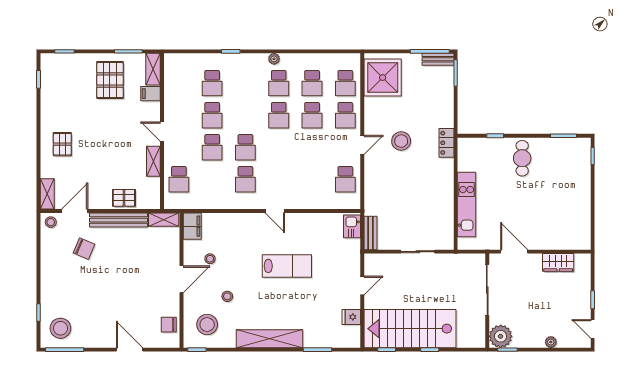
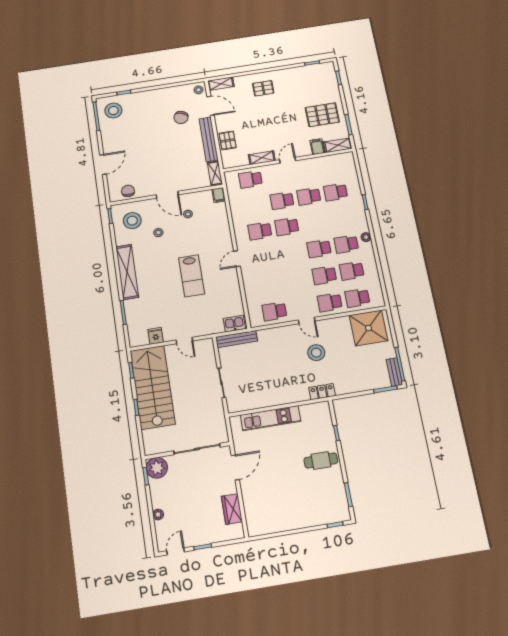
filing cabinet: (192, 226) -> (219, 195), width x0.50
bench: (370, 233) -> (237, 339), width x1.36

